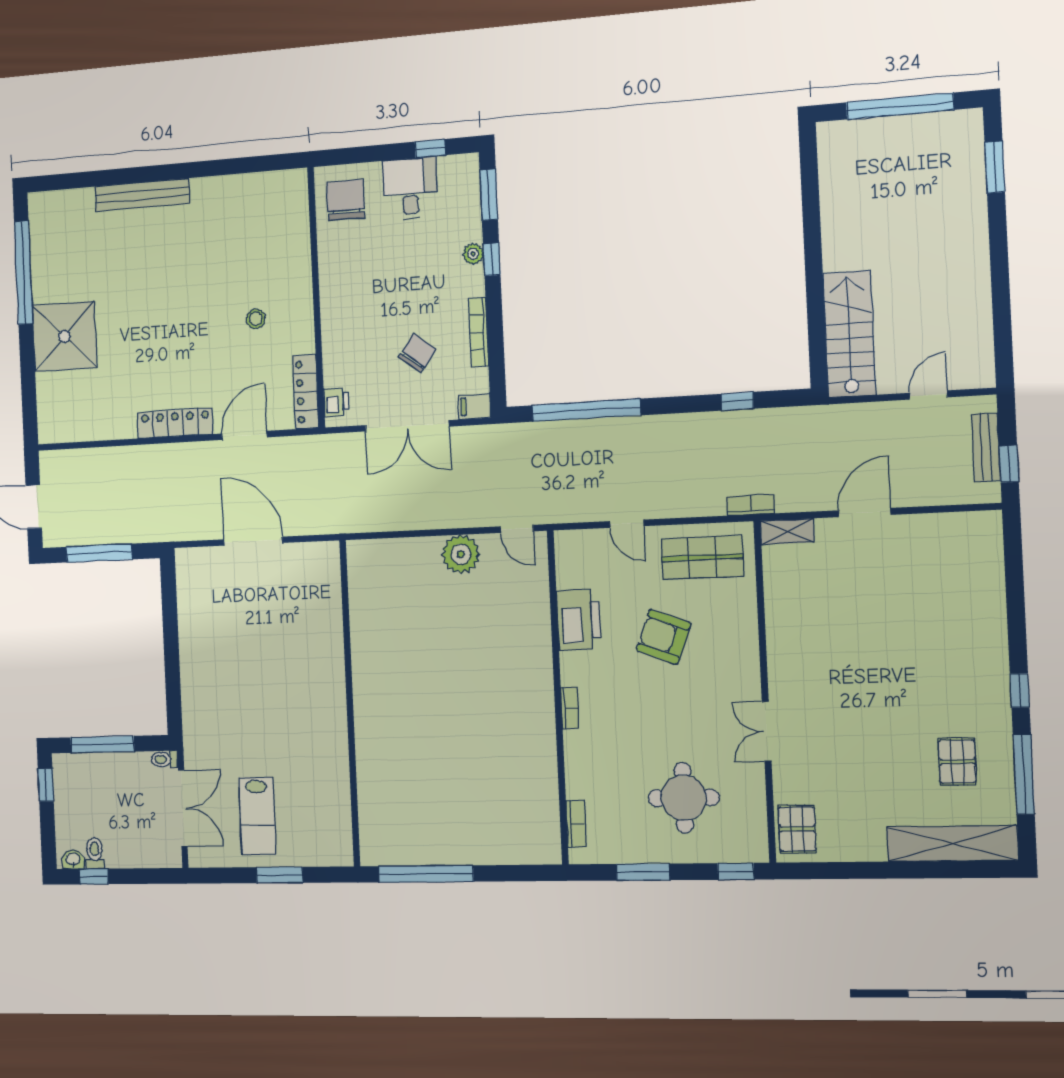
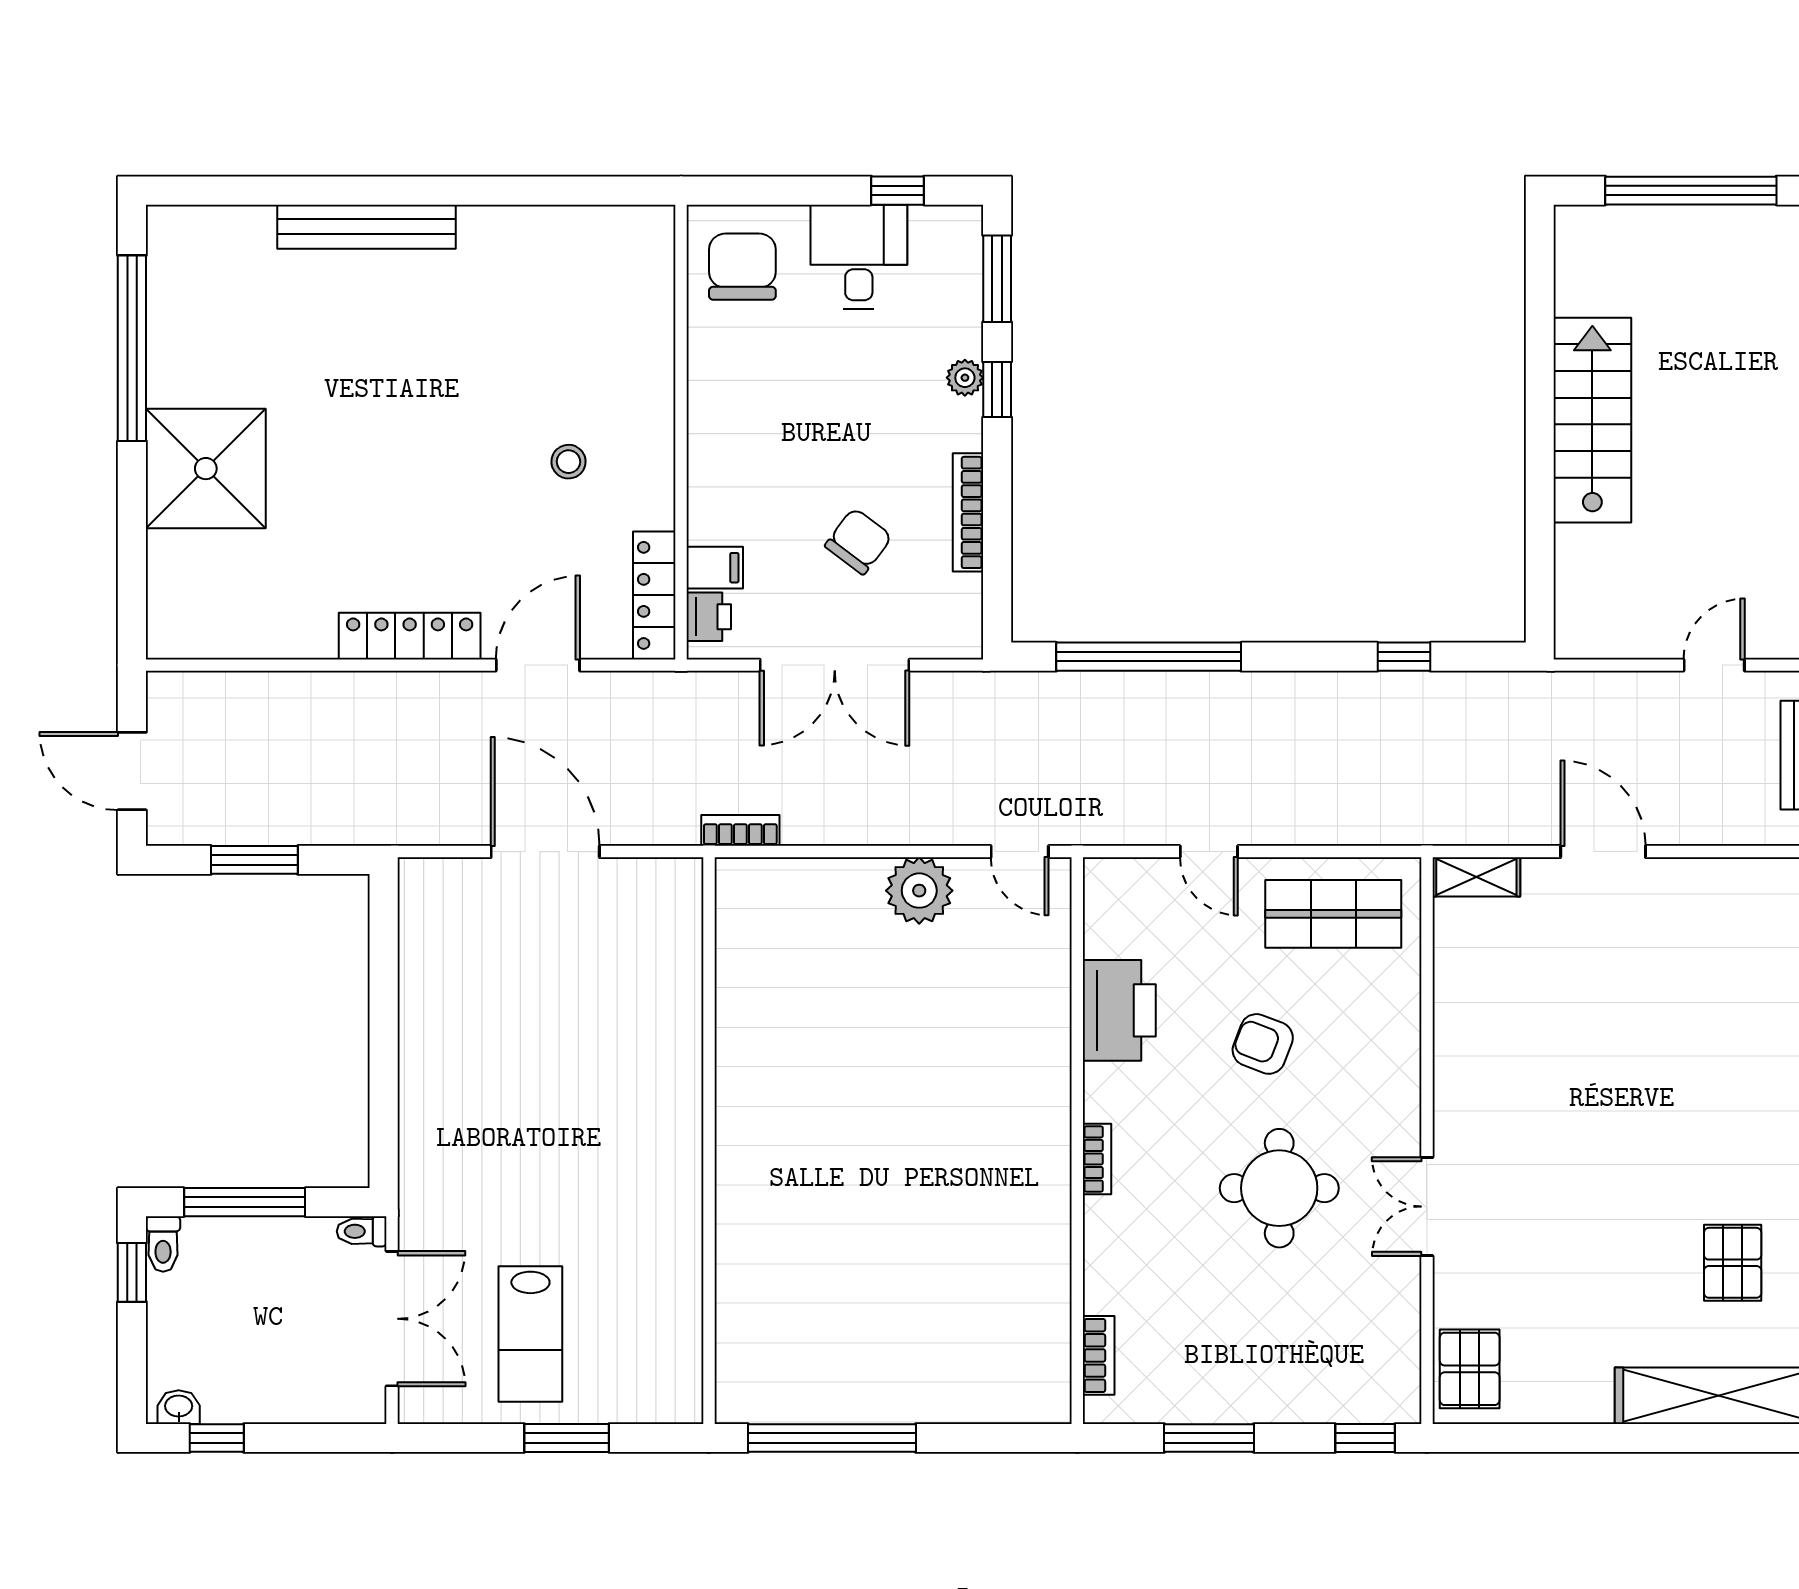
stairs: (849, 334) -> (1592, 420), moved
filing cabinet: (474, 406) -> (715, 568), moved, turned 180
bookcase: (751, 505) -> (740, 830), moved
door: (864, 513) -> (1603, 852), hinge flipped
window: (99, 553) -> (254, 860), width x0.69
armchair: (664, 637) -> (1263, 1044), width x0.72, depth x0.72
round table: (684, 798) -> (1279, 1188), moved
toilet: (95, 853) -> (163, 1244), moved, turned 180

